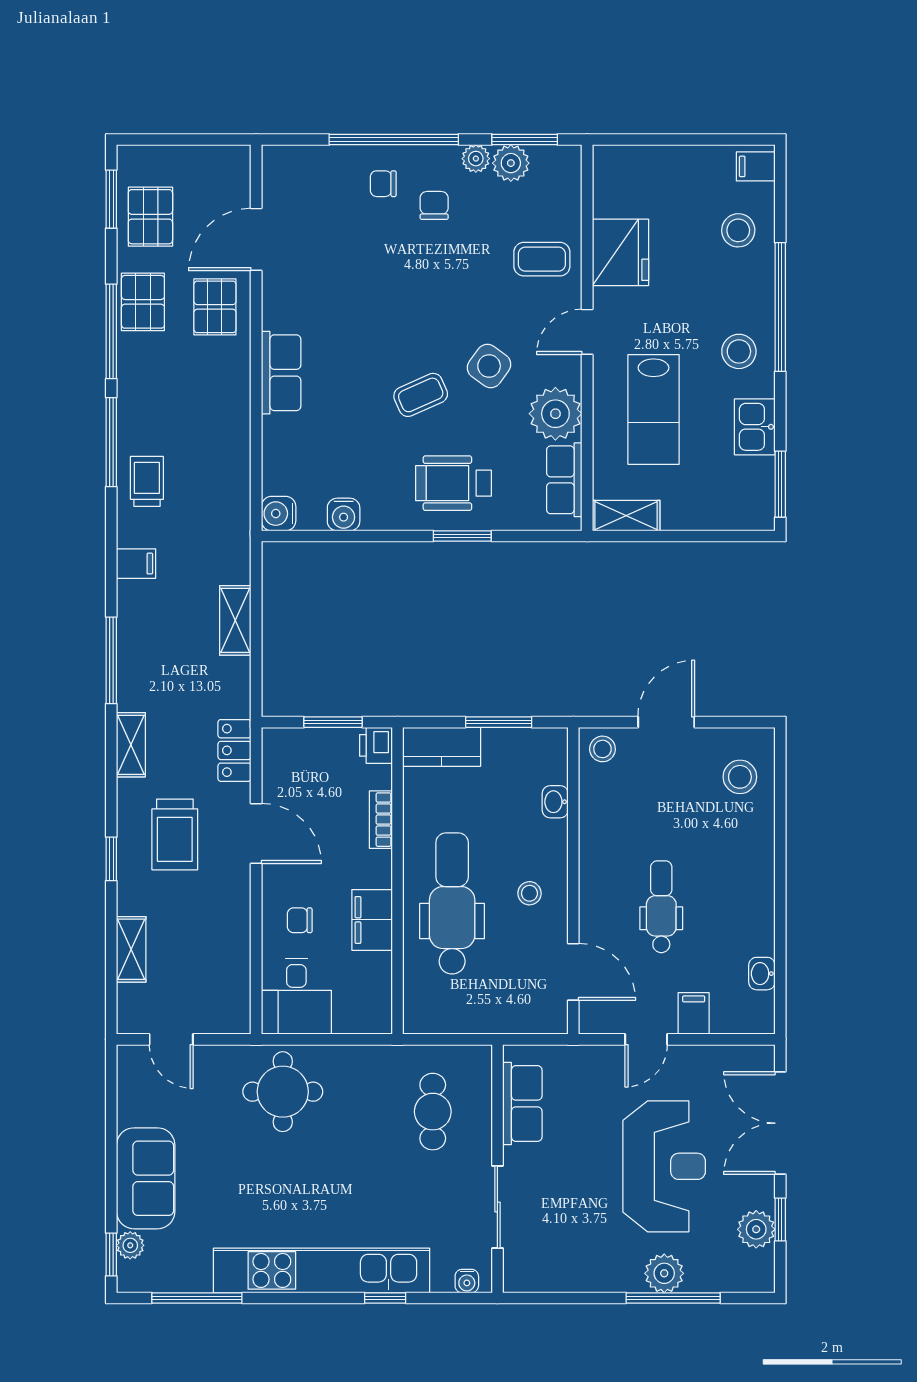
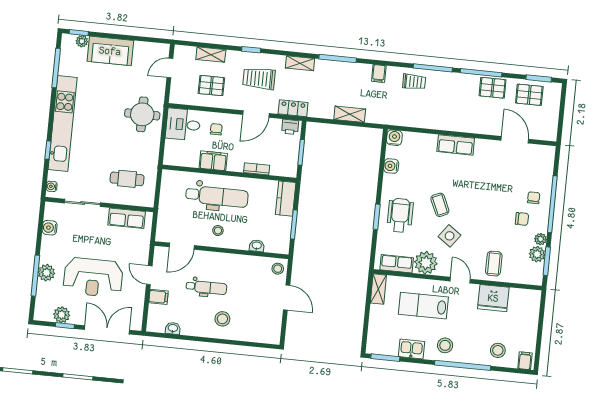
pallet: (215, 307) -> (211, 86), moved
printer: (376, 745) -> (290, 127), moved, turned 180
stool: (740, 777) -> (222, 319), moved
water cooler: (561, 1277) -> (50, 228), added

